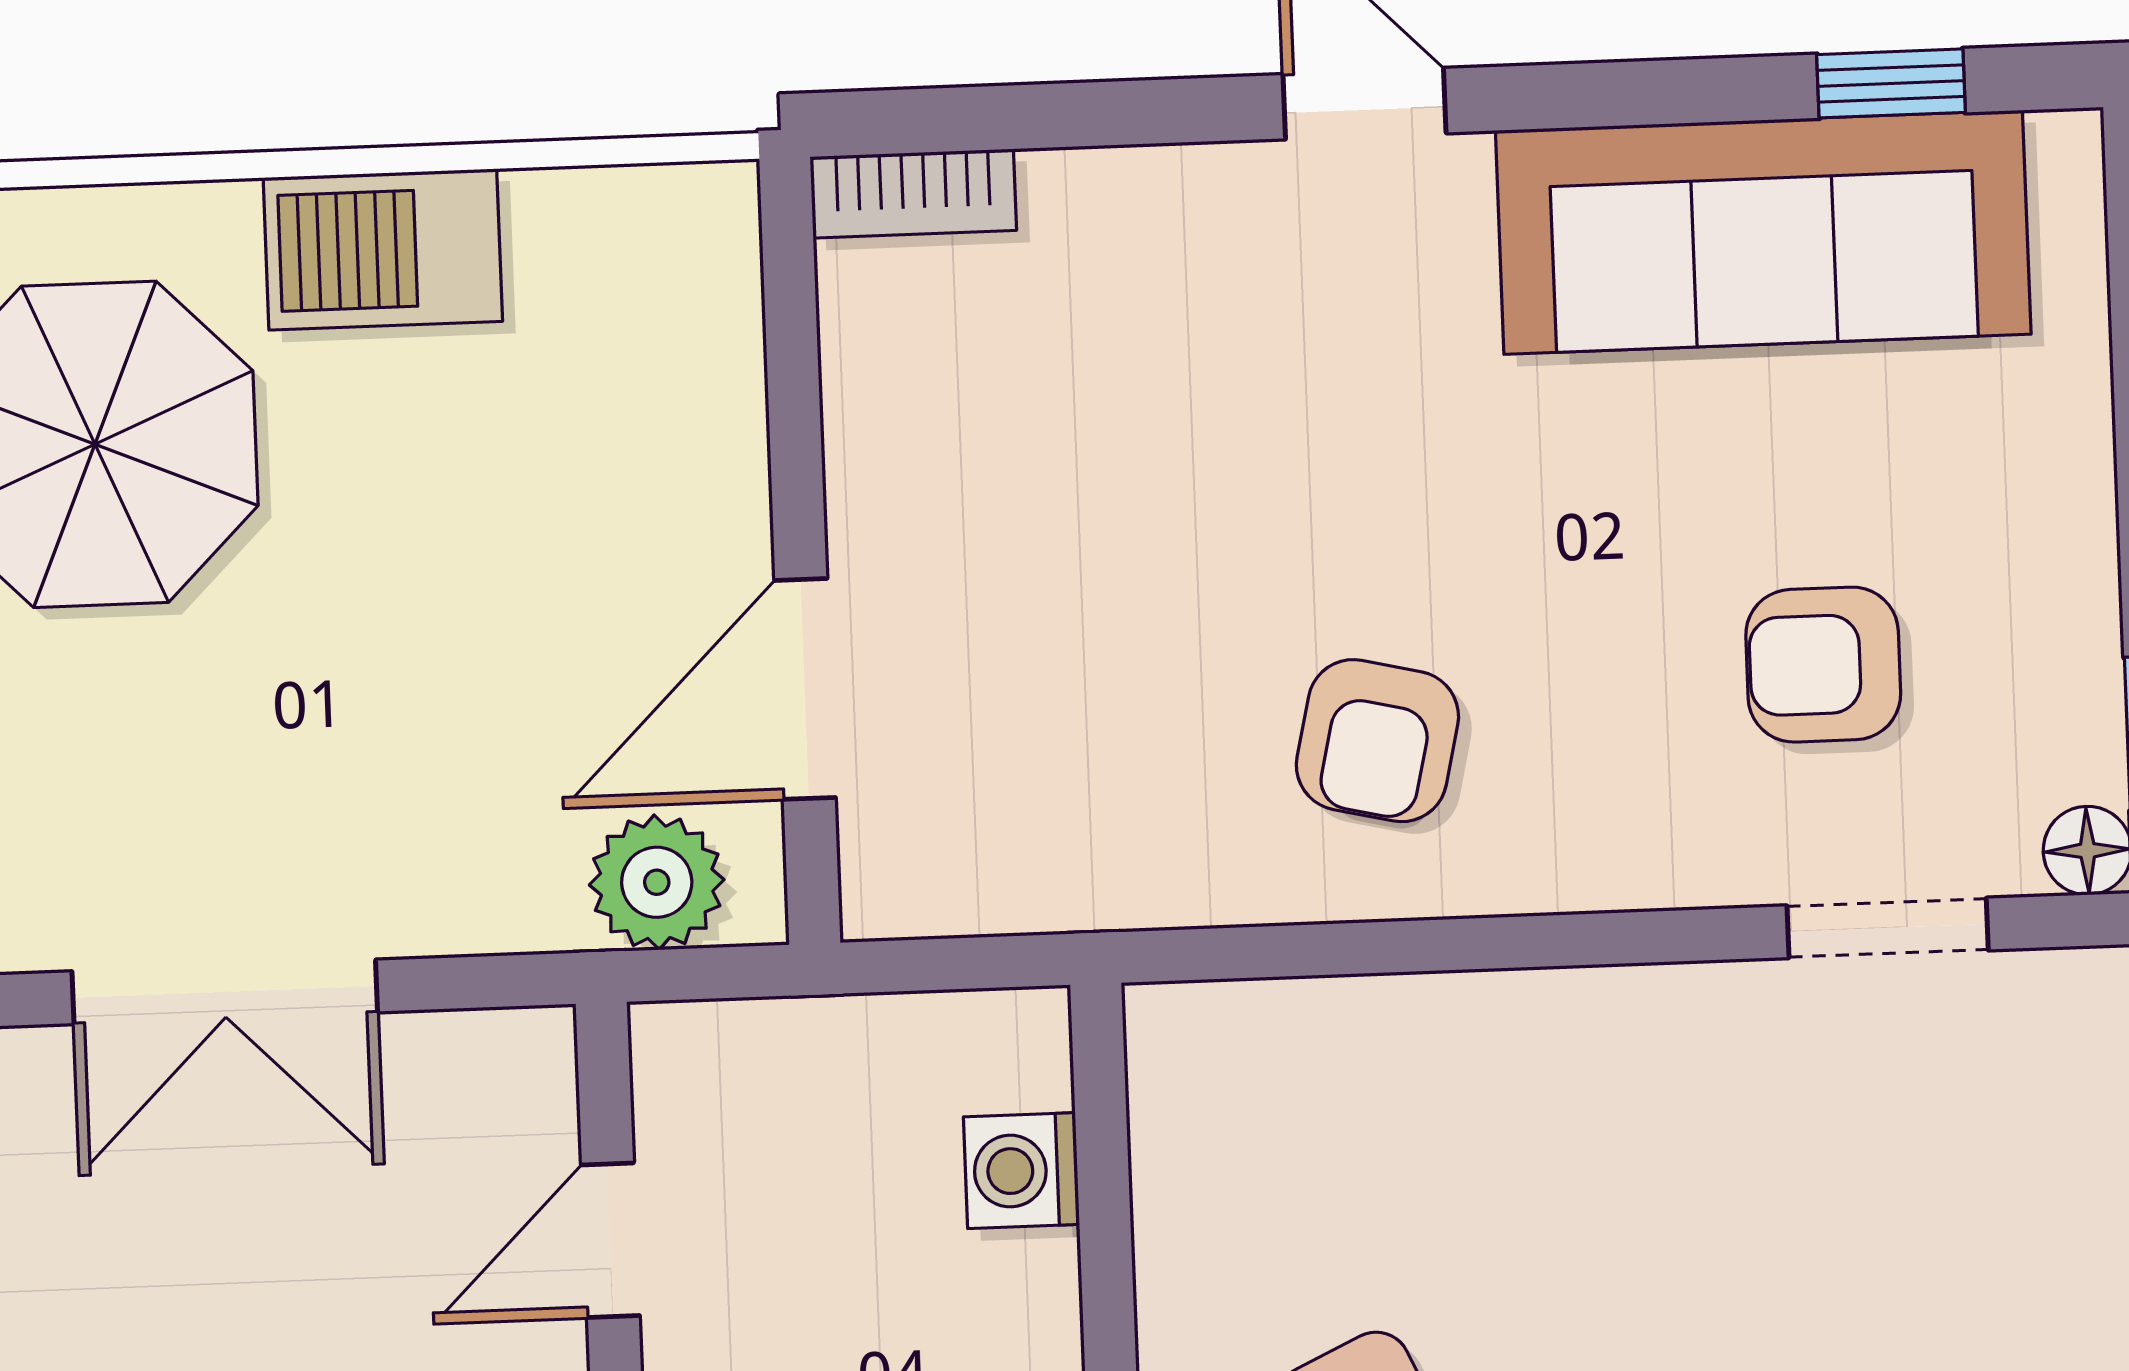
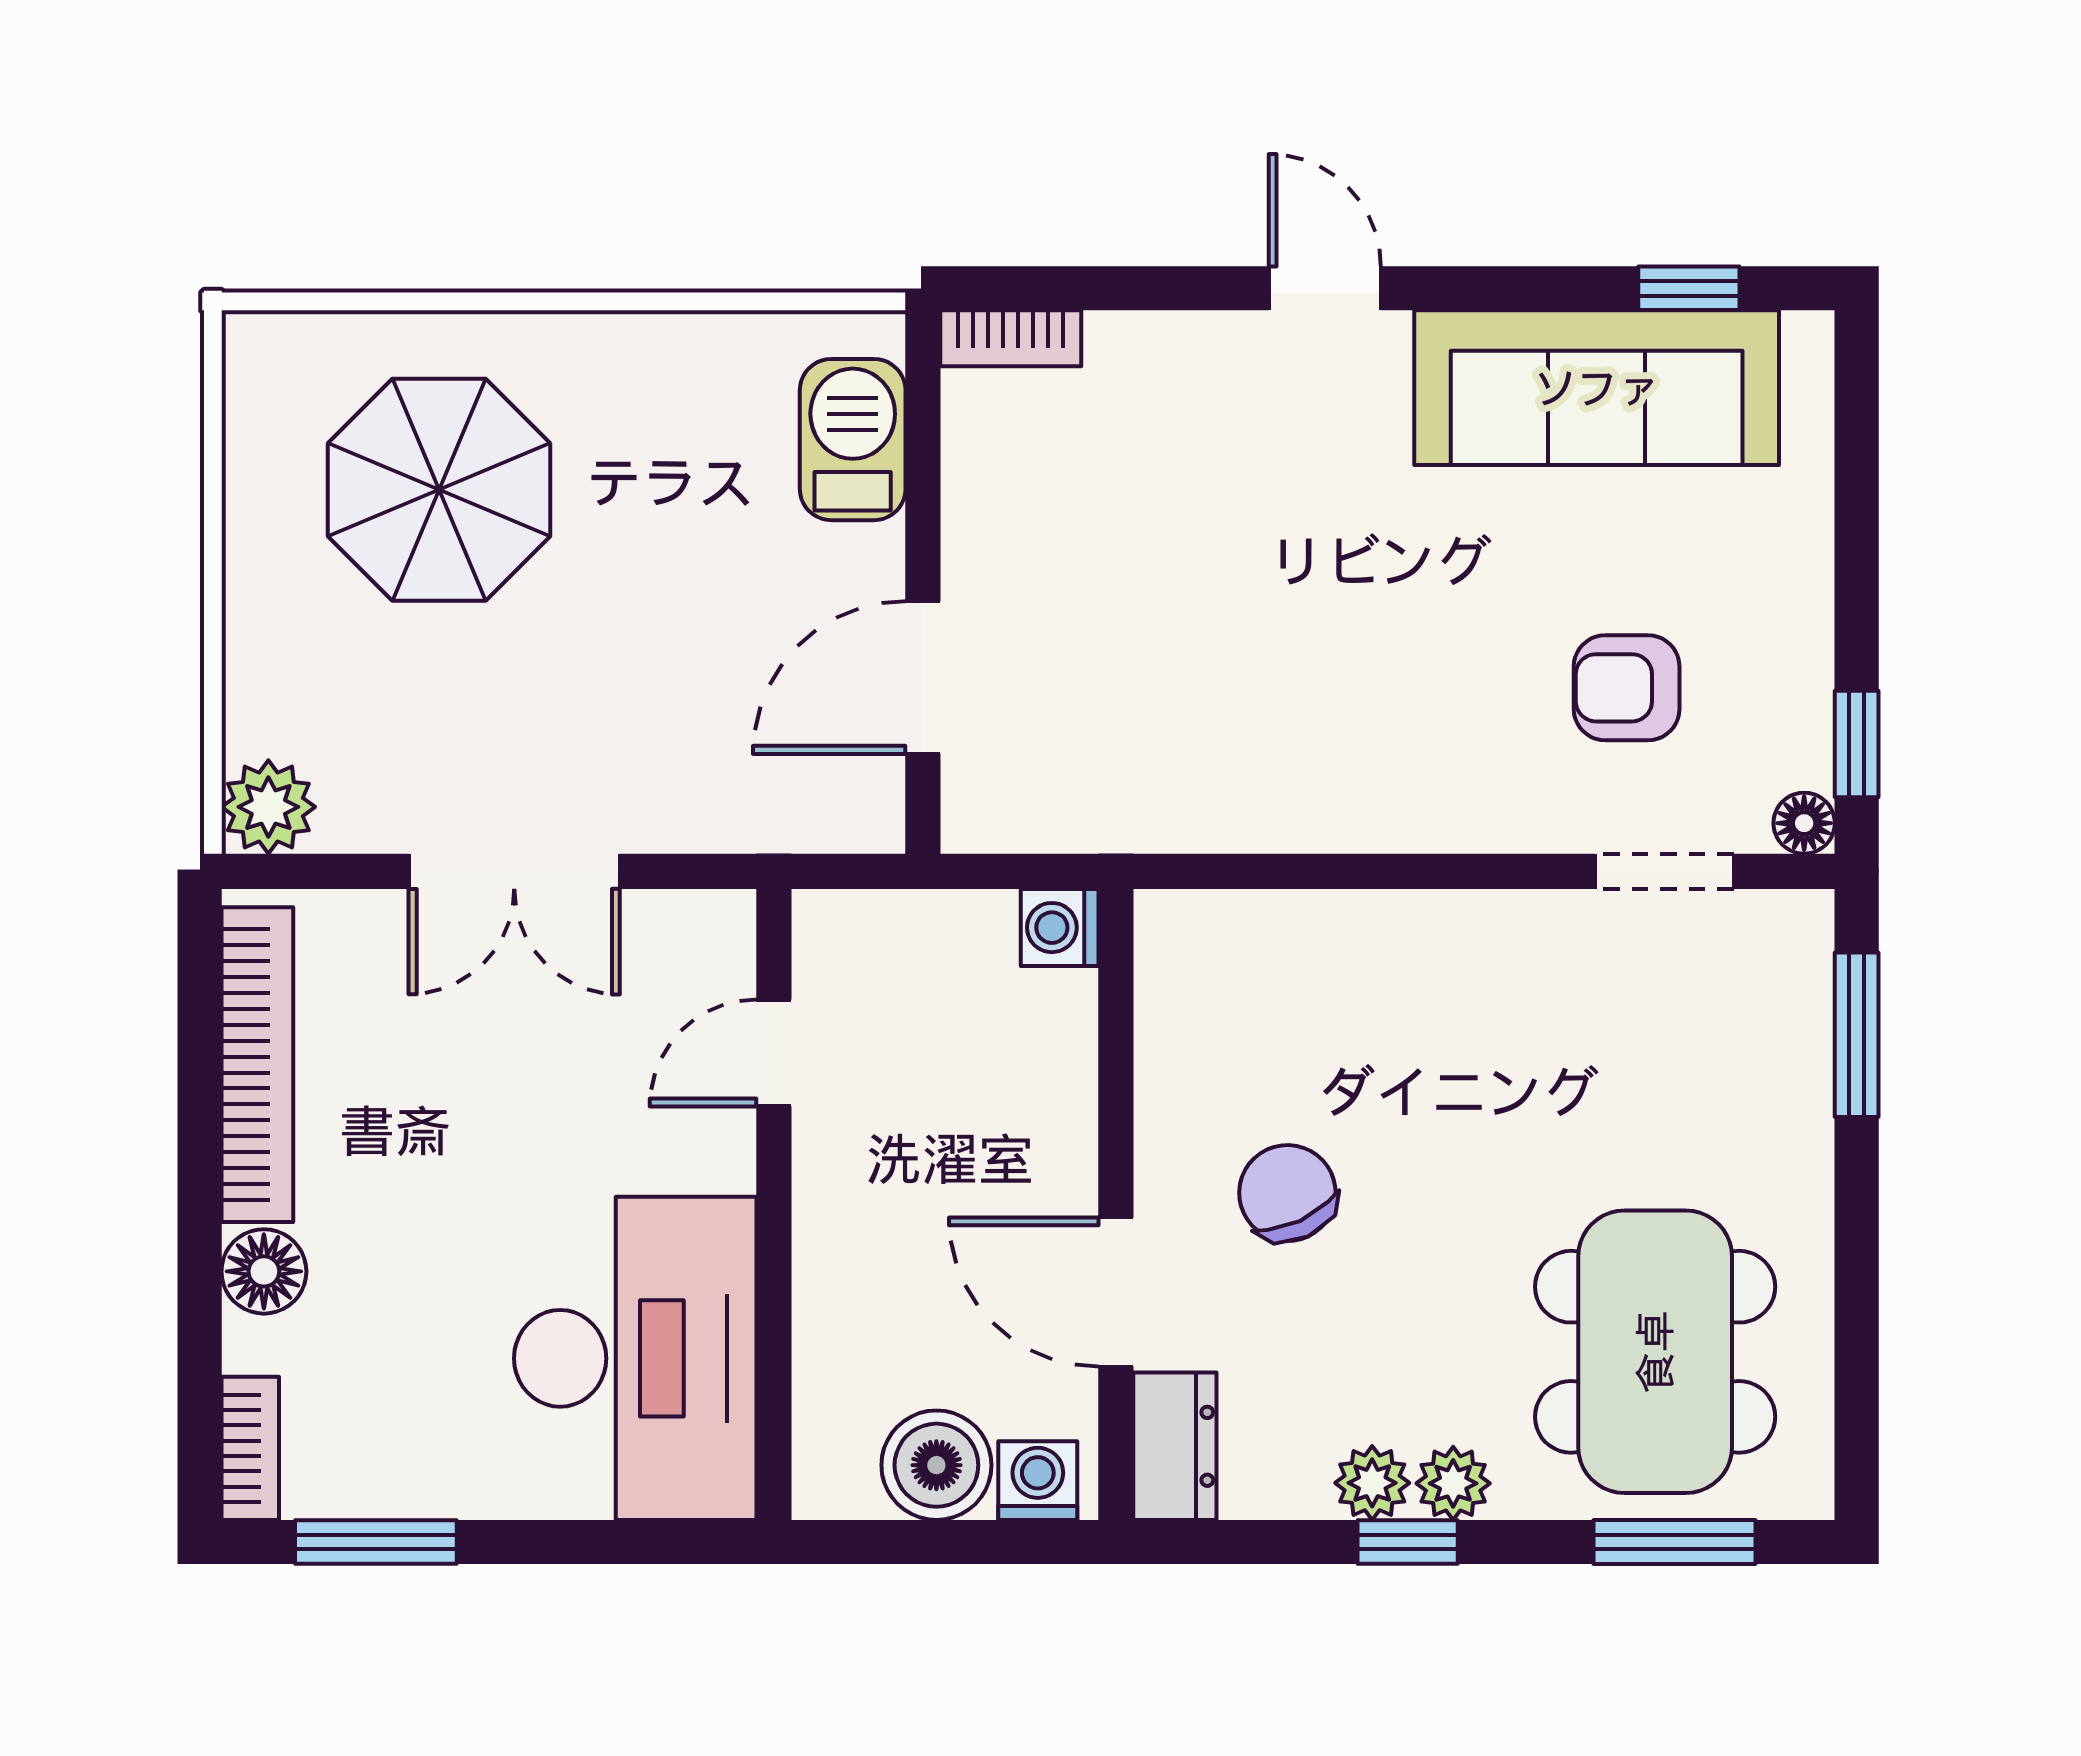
barbecue: (383, 250) -> (853, 440), moved, turned 90
armchair: (1377, 741) -> (1317, 728), removed
plant: (657, 882) -> (815, 807), removed
washing machine: (1022, 1171) -> (1060, 928), moved

